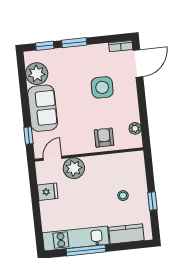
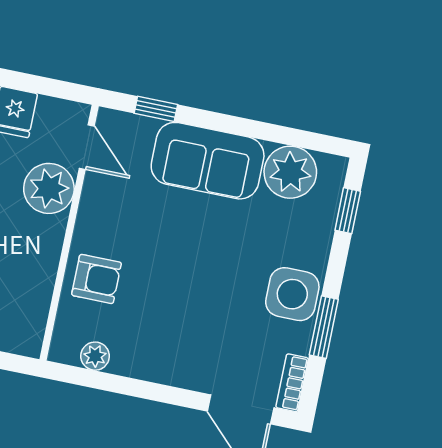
window: (74, 43) -> (324, 327), moved
side table: (102, 87) -> (292, 294), moved

